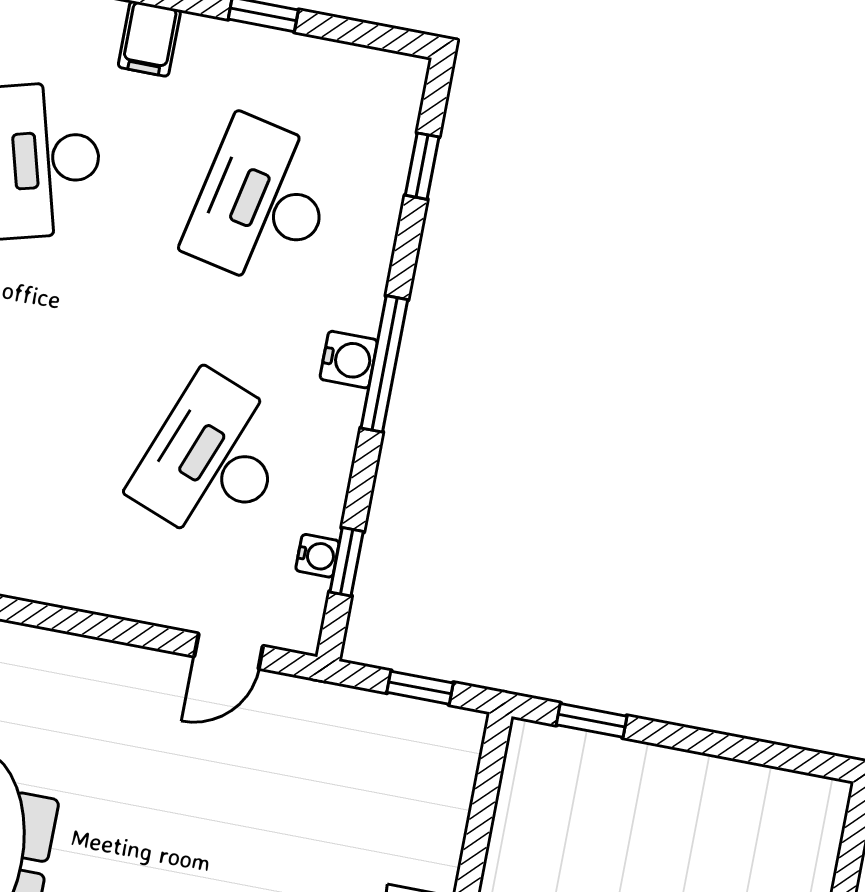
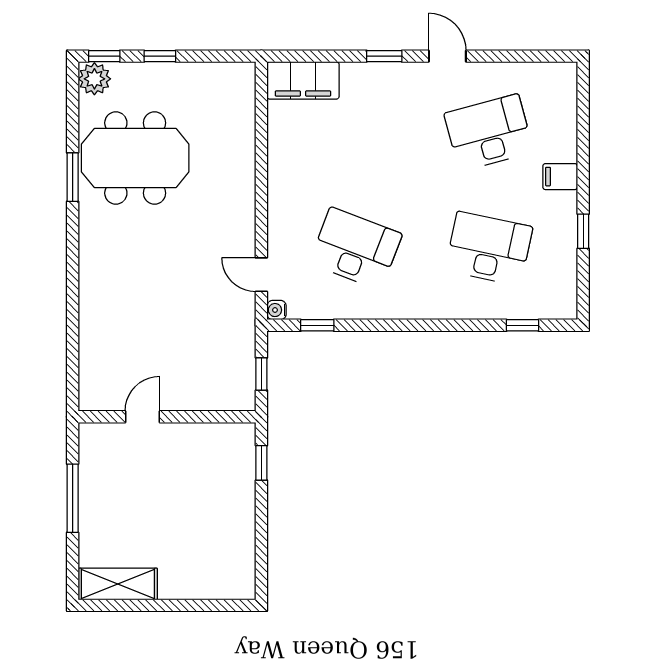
water cooler: (349, 360) -> (419, 307), removed
window: (384, 364) -> (420, 325), removed
water cooler: (317, 556) -> (277, 310), moved, turned 90

